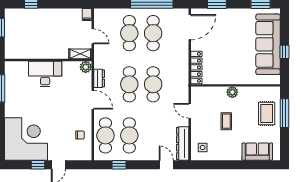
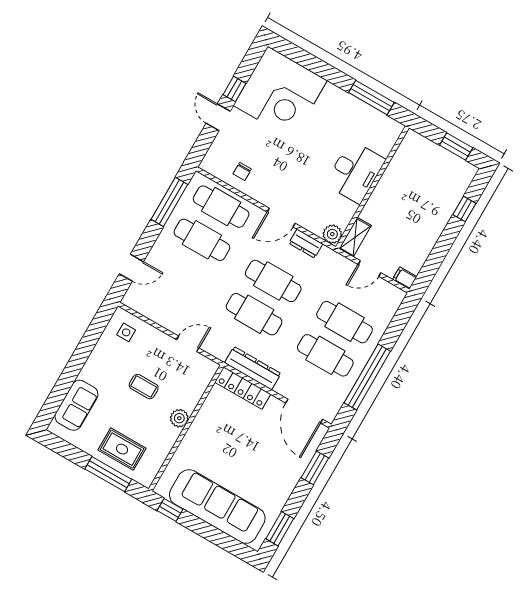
window: (284, 52) -> (170, 510), moved
dresser: (183, 143) -> (253, 368), moved
window: (119, 165) -> (169, 202), width x2.17

